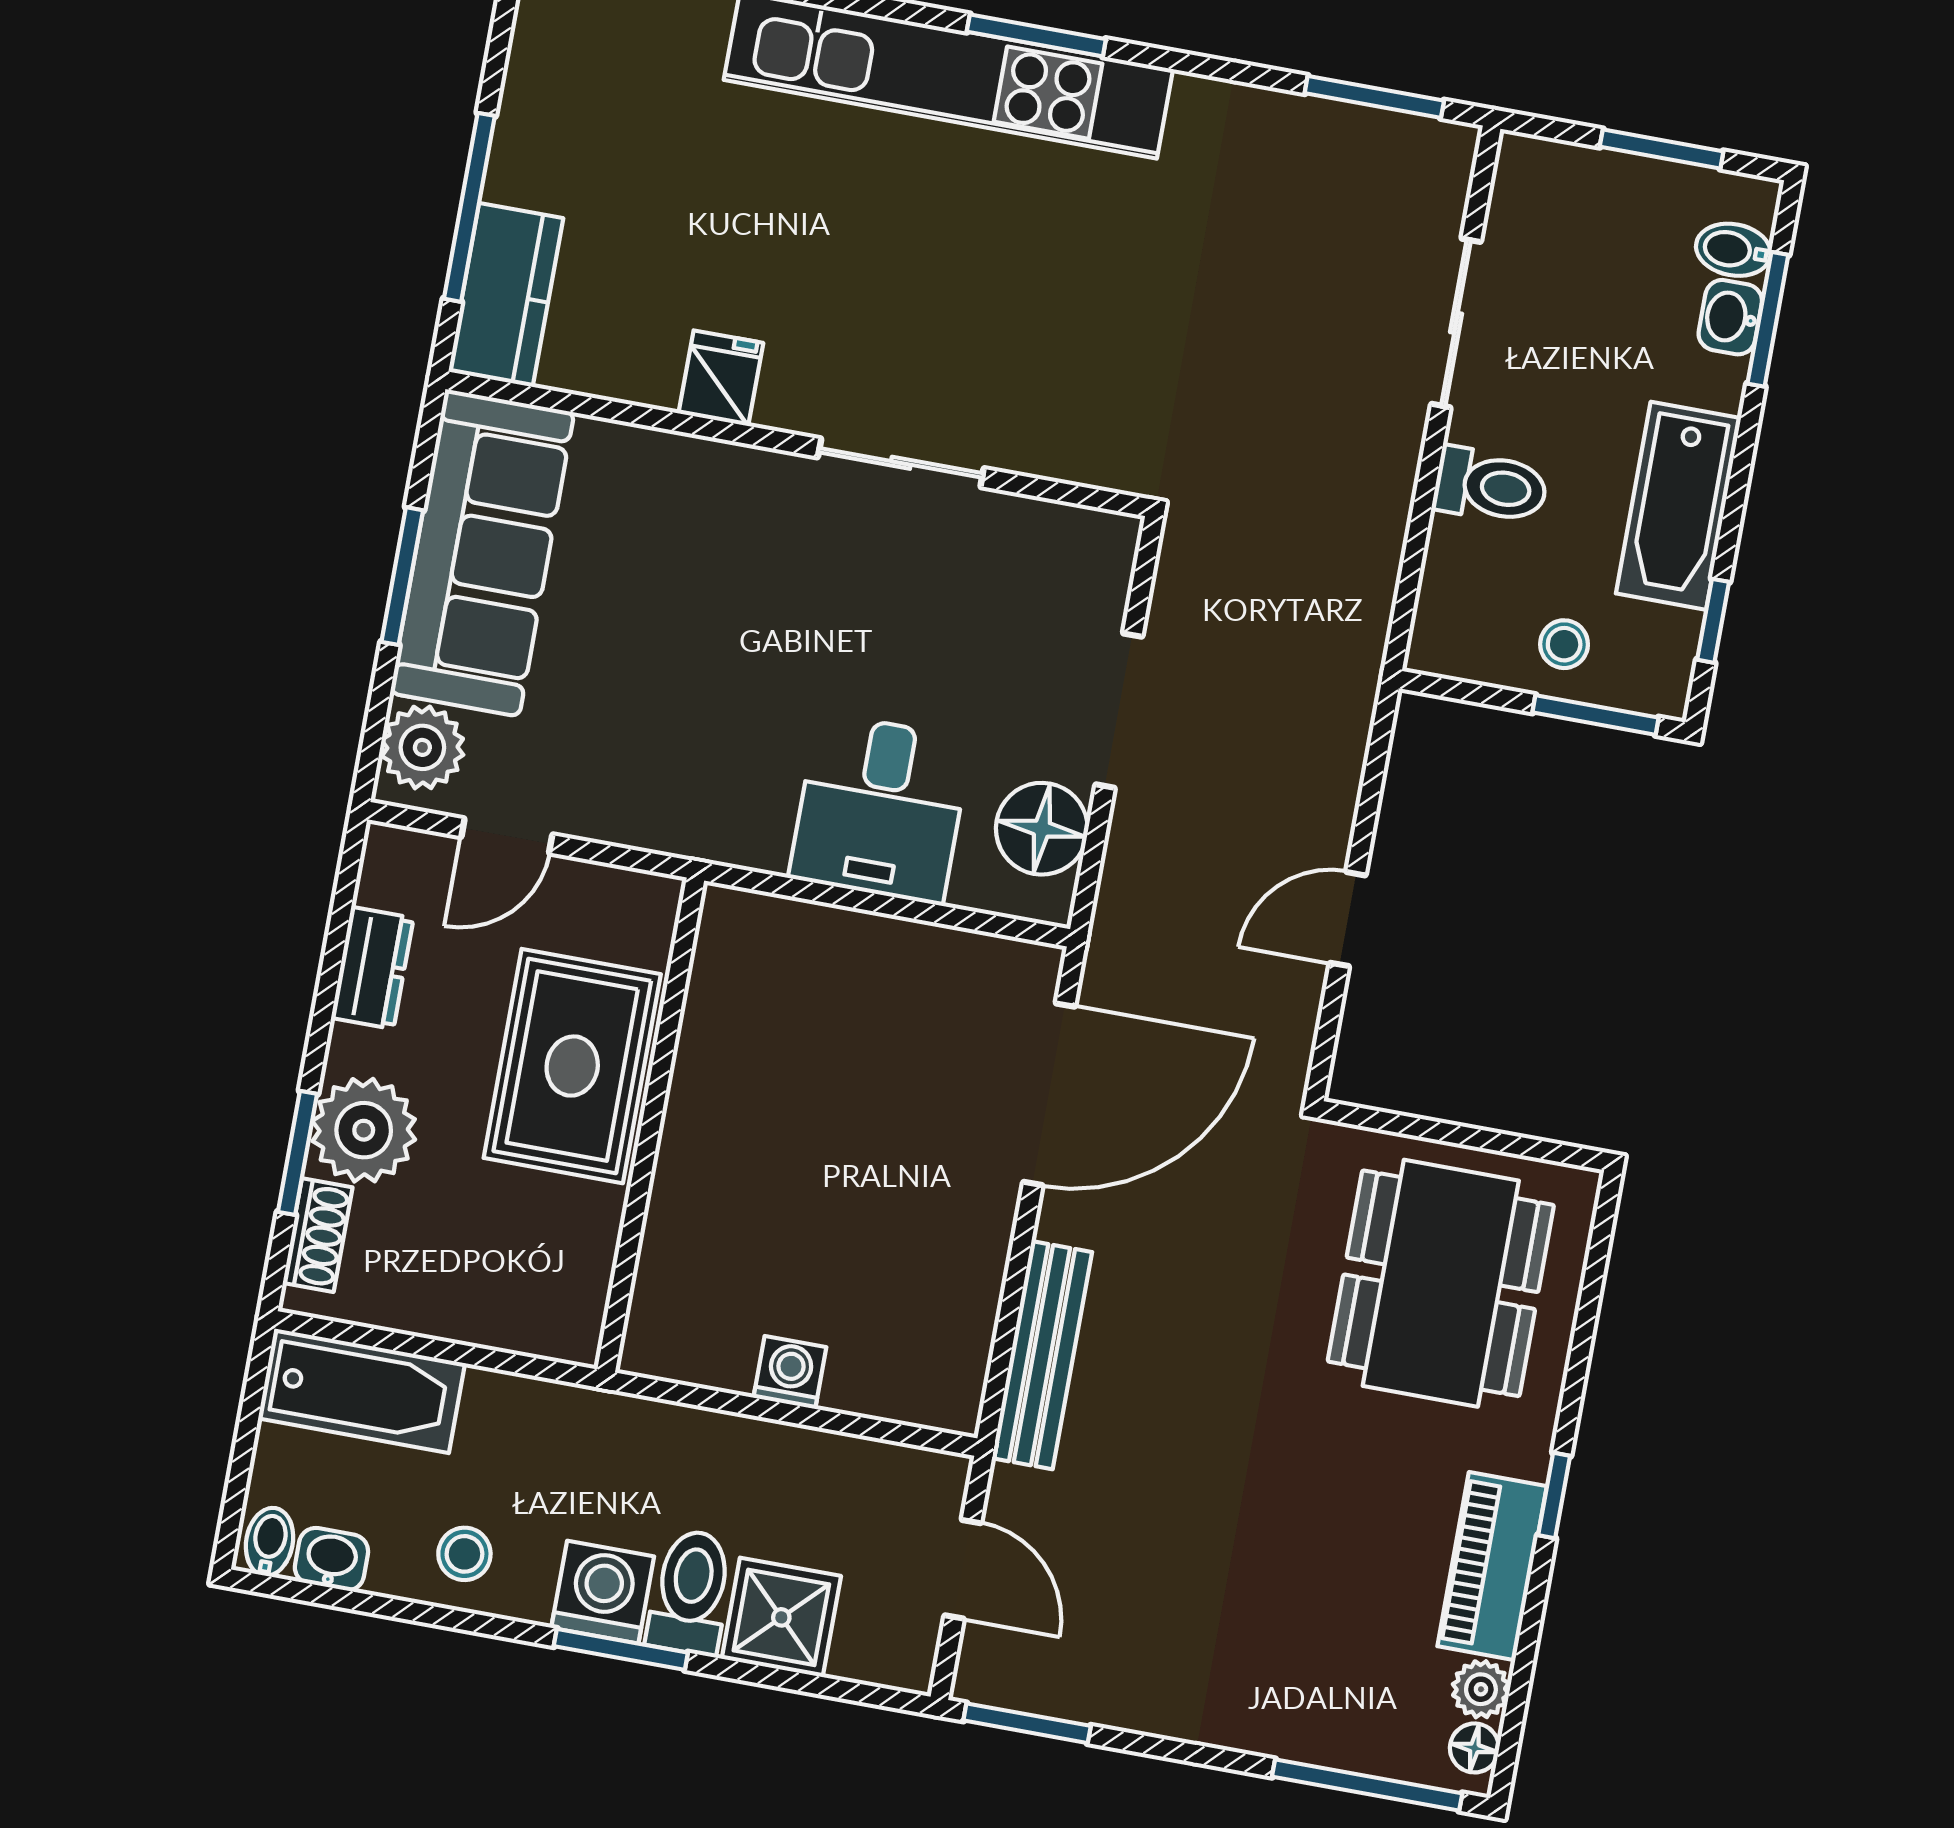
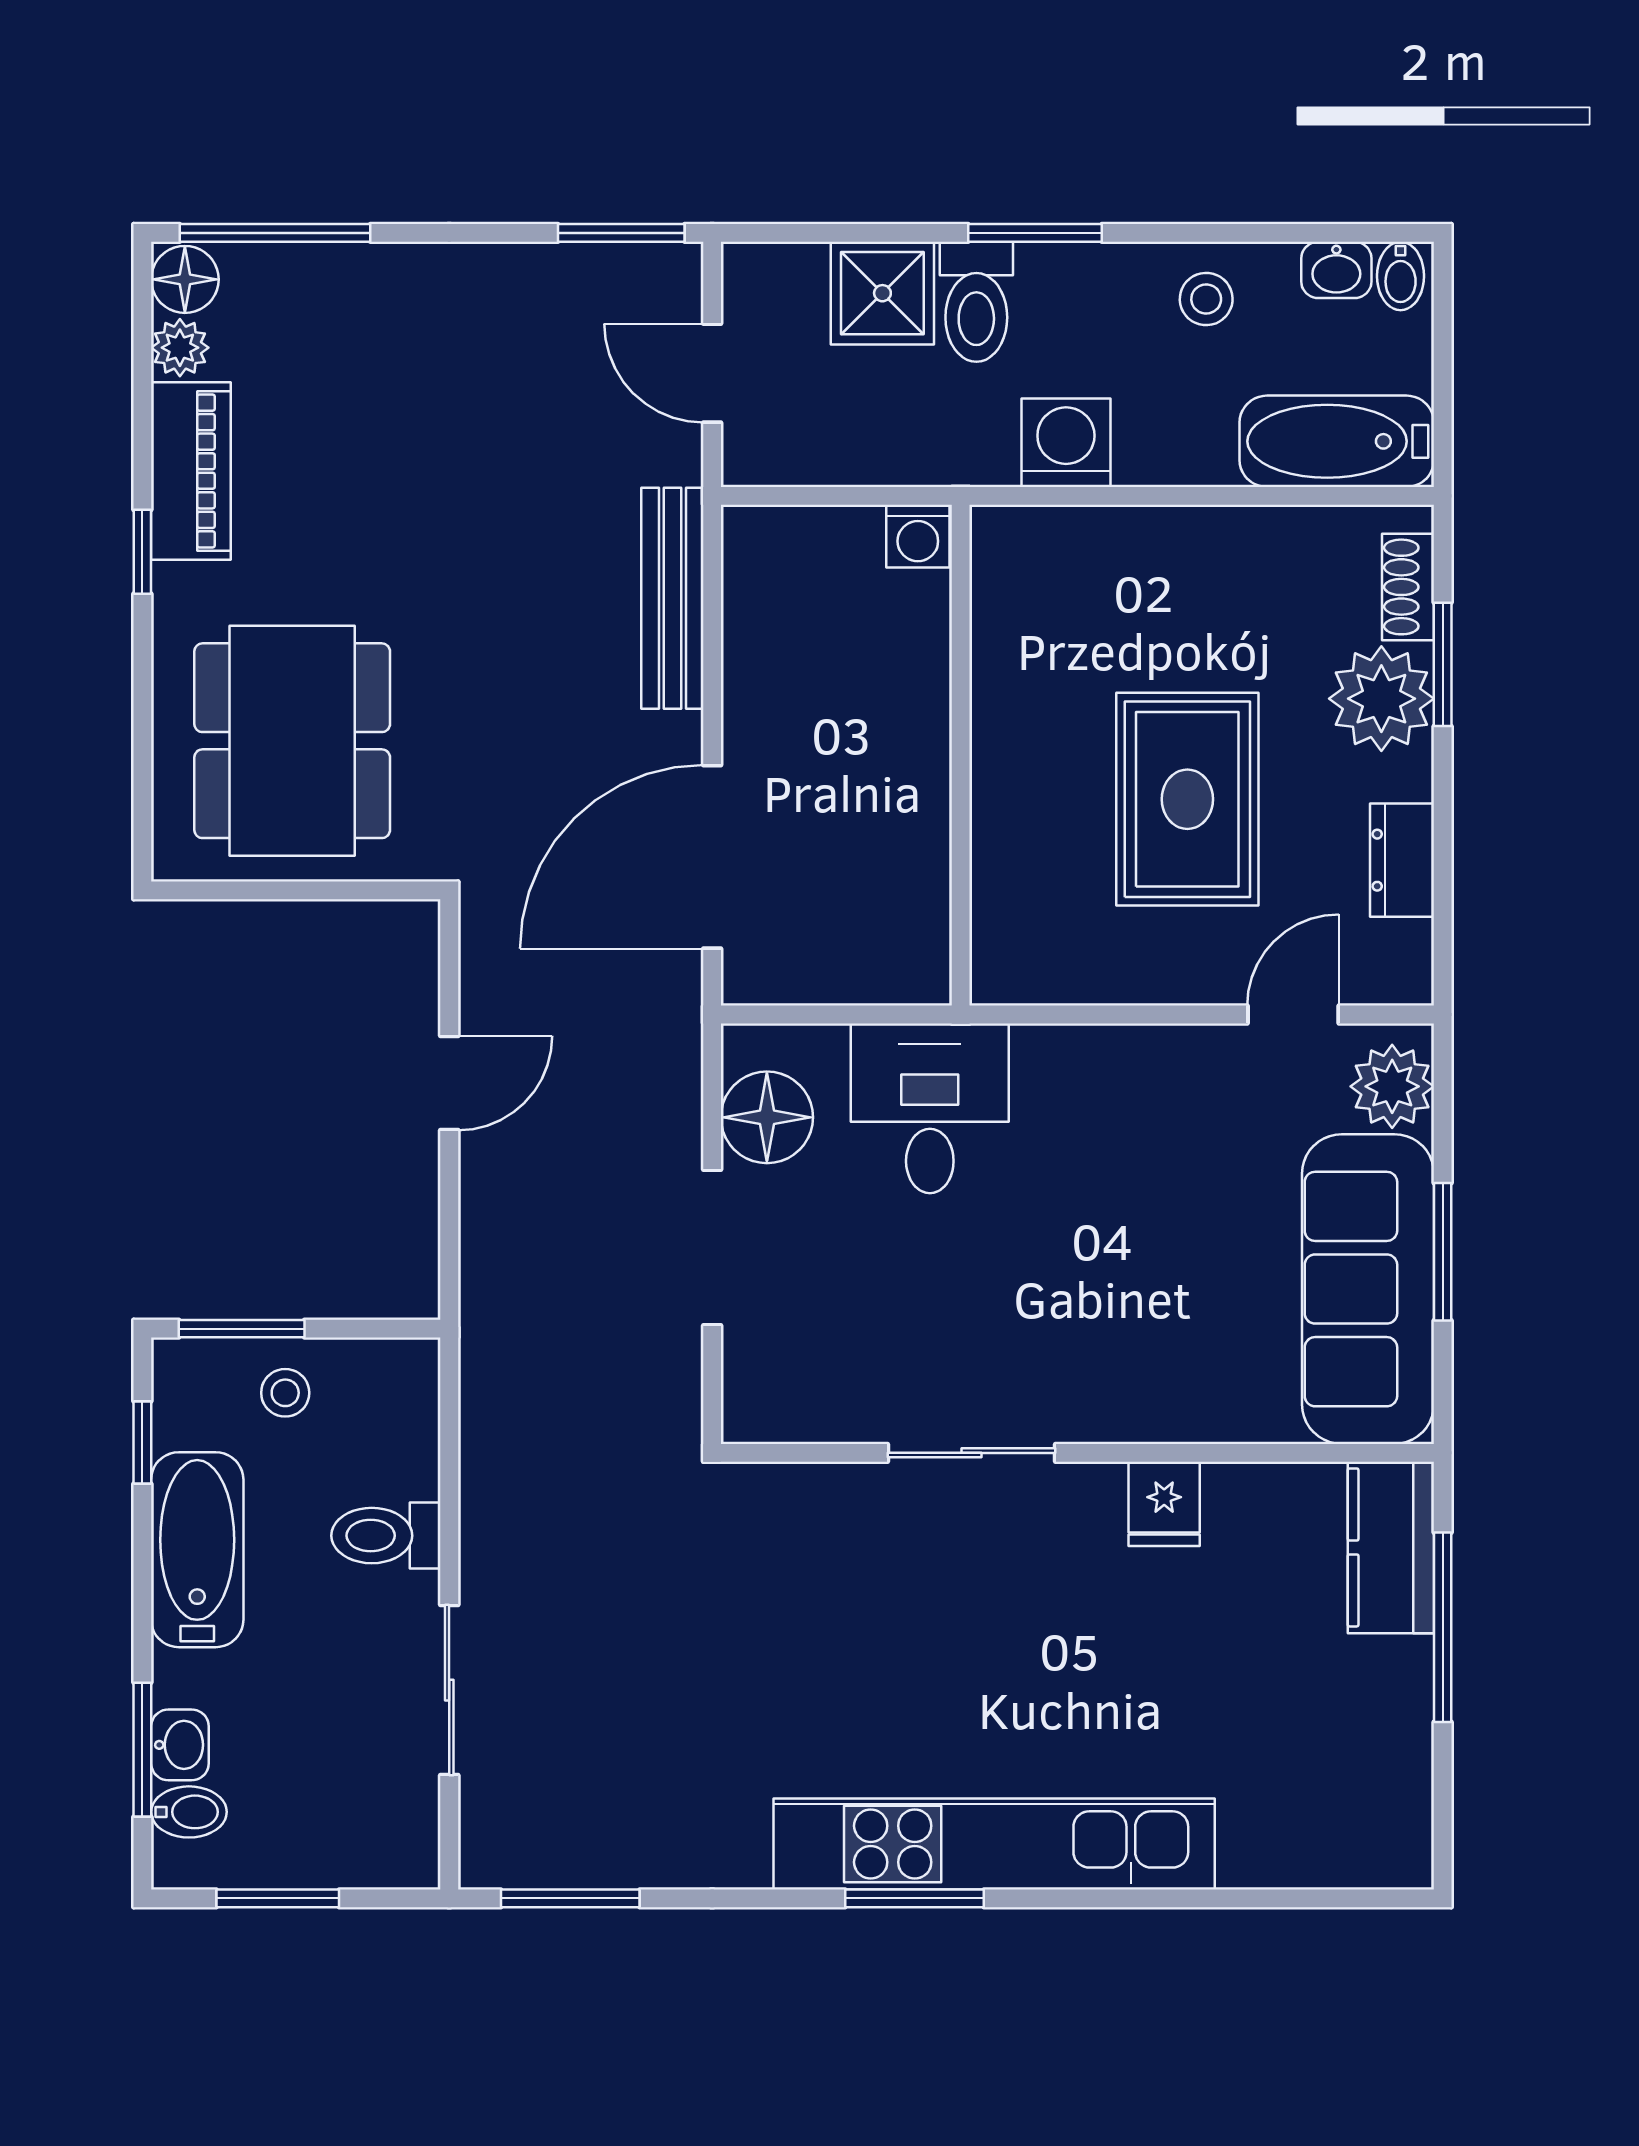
wall: (651, 1125) -> (961, 755), moved
washing machine: (603, 1592) -> (1066, 443), moved, turned 180
floor lamp: (1474, 1748) -> (185, 279), width x1.37, depth x1.37

